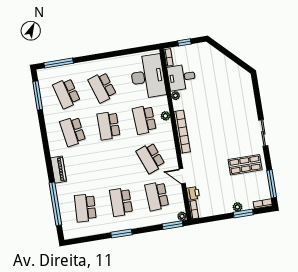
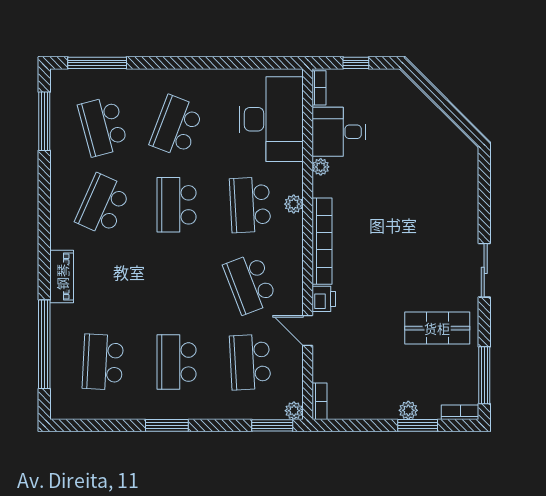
school desk: (102, 87) -> (176, 126), turned 39
school desk: (73, 131) -> (103, 205), turned 33
printer: (193, 193) -> (324, 299), moved

